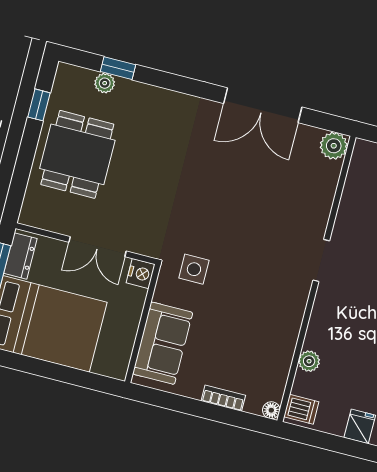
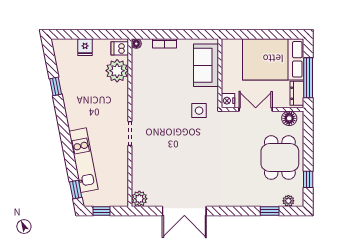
plant: (105, 83) -> (288, 201), moved
double door: (263, 105) -> (184, 211), swing flipped
floor lamp: (44, 217) -> (289, 118), added
plant: (309, 361) -> (117, 71), width x1.87, depth x1.87

